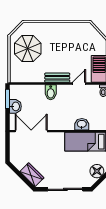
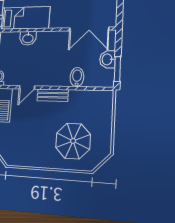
parasol: (28, 49) -> (73, 141), moved
bidet: (51, 92) -> (77, 77), moved

